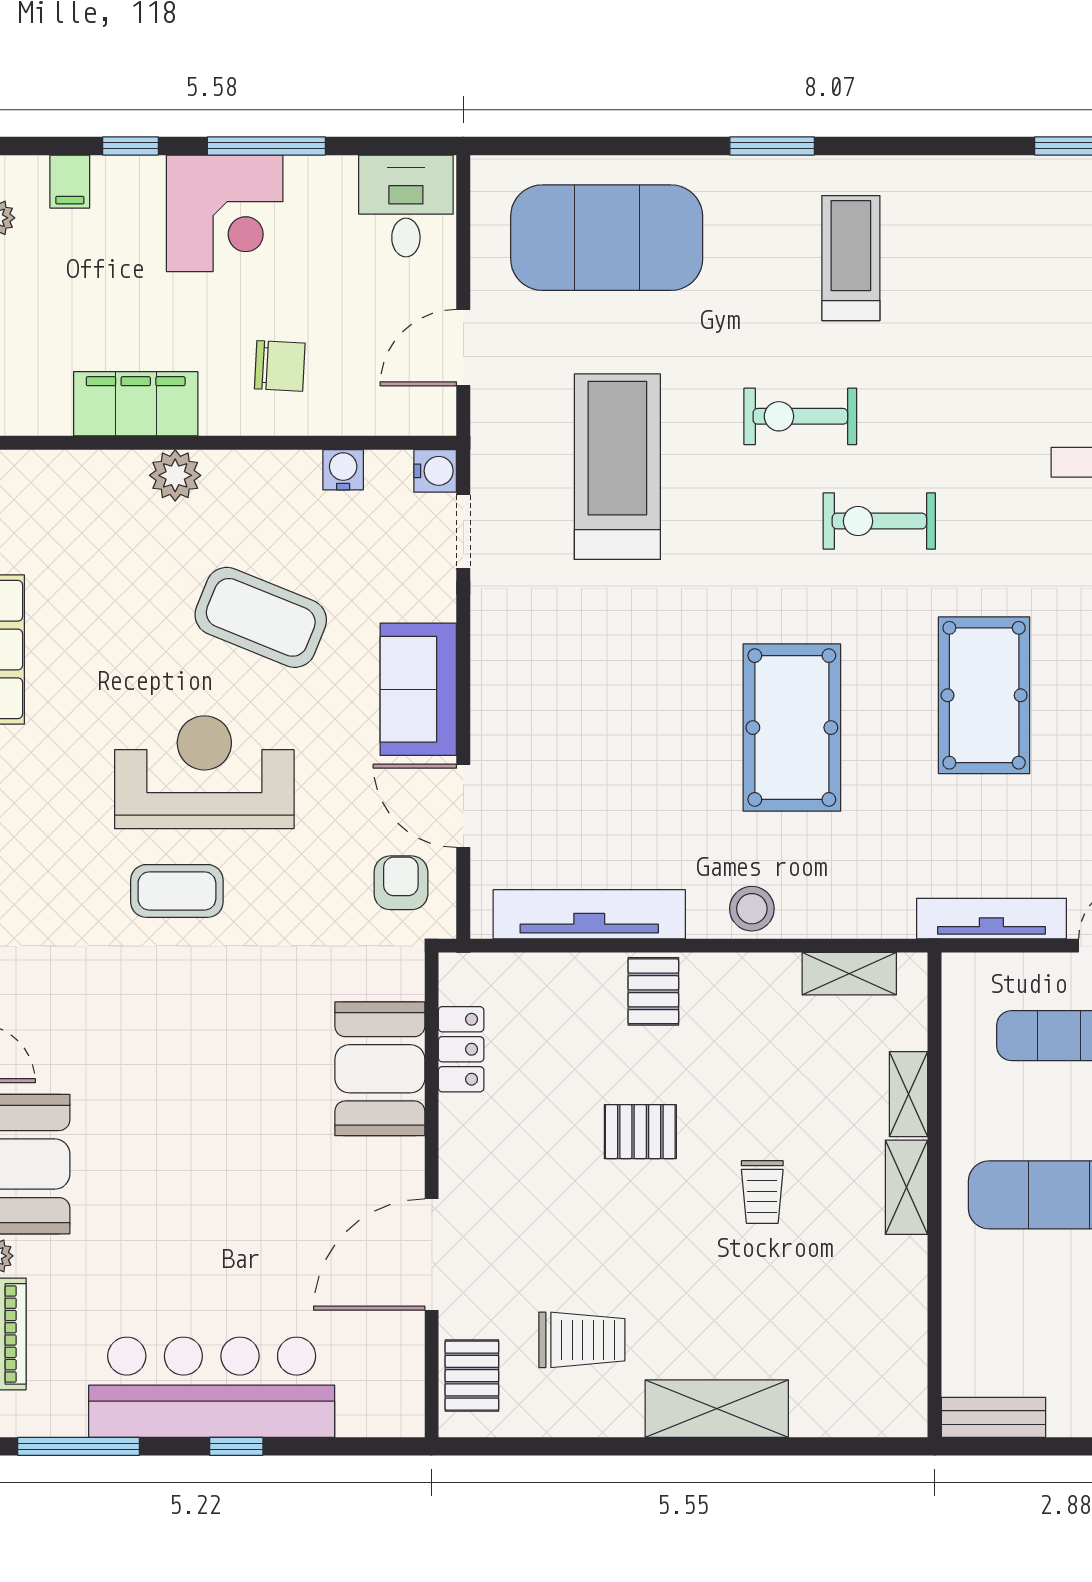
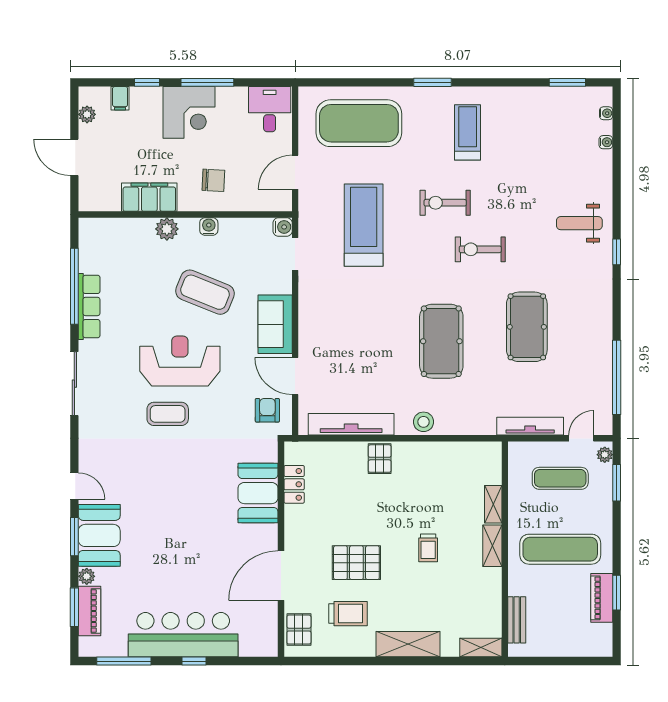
water cooler: (343, 470) -> (209, 227), moved
shelving: (849, 974) -> (481, 648), moved
pallet: (640, 1132) -> (356, 563), moved, width x1.50, depth x1.42
bench: (993, 1417) -> (517, 620), moved, turned 90

